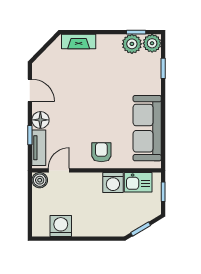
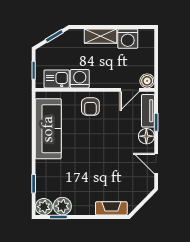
shelving: (90, 229) -> (101, 36), added

